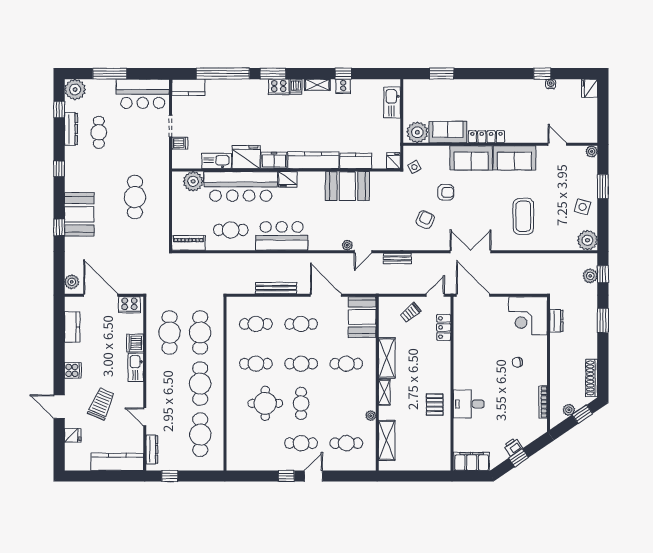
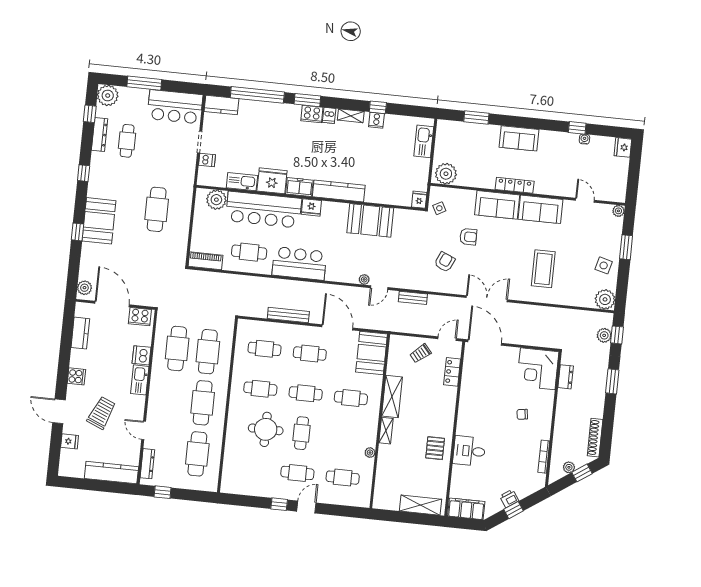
sofa: (448, 132) -> (519, 138), moved, turned 180
kitchen counter: (356, 161) -> (381, 196), removed
shelving: (387, 440) -> (420, 505), moved, turned 90

